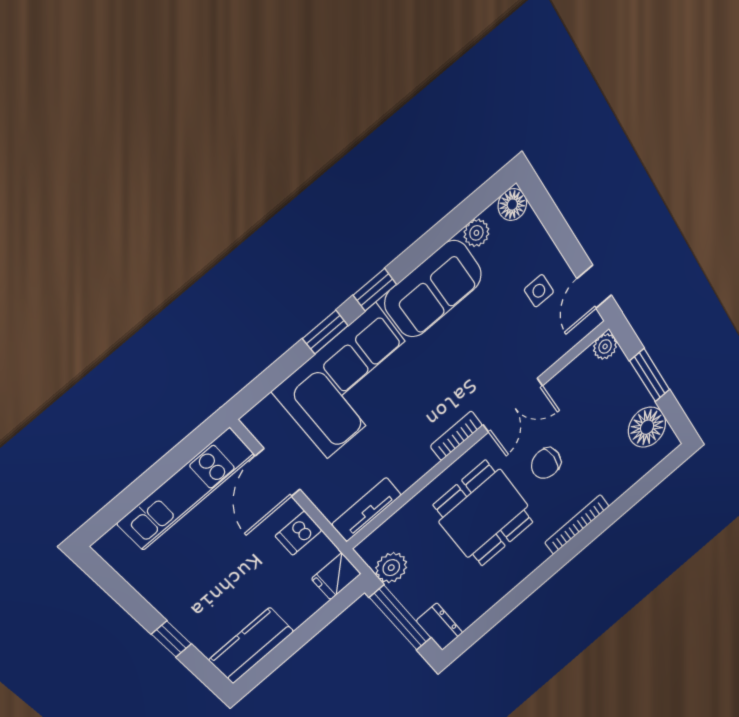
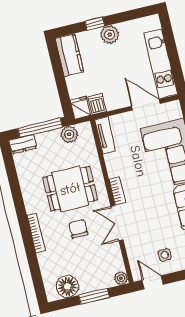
dishwasher: (299, 533) -> (97, 104), moved
plant: (178, 605) -> (110, 35), added

